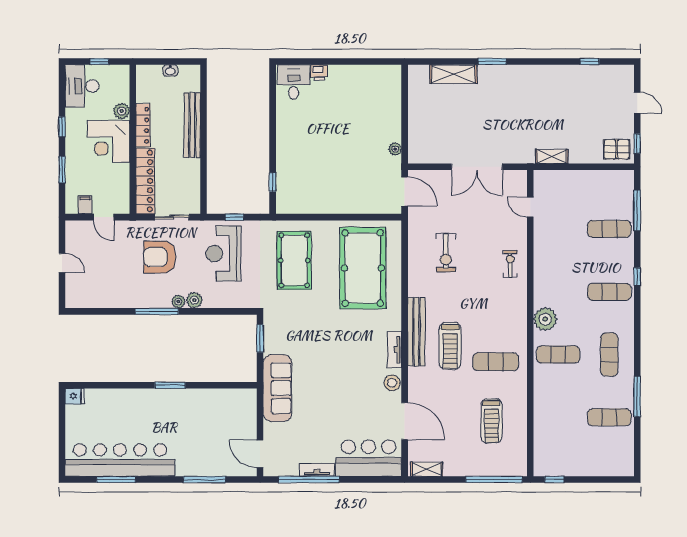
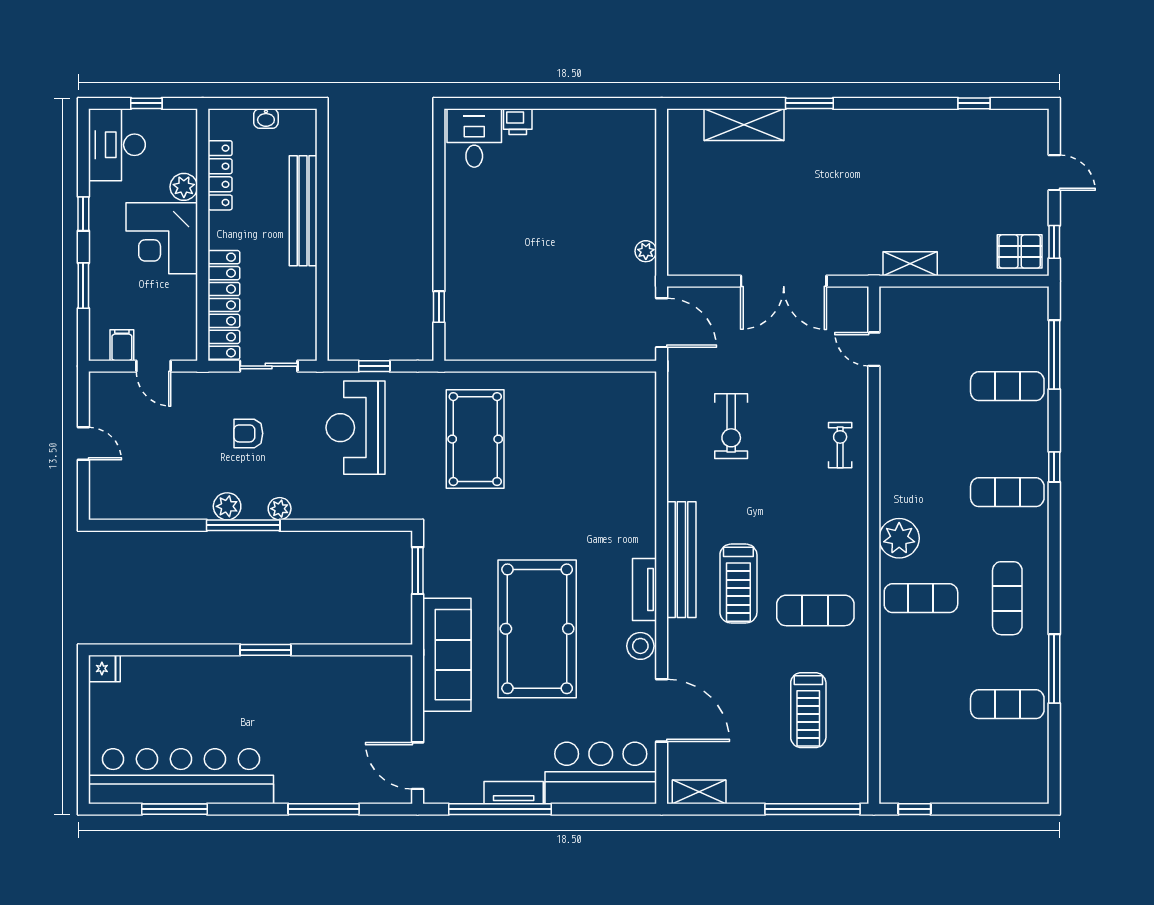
locker: (143, 125) -> (220, 175), moved
armchair: (160, 257) -> (248, 433), width x0.53, depth x0.53
pool table: (363, 268) -> (537, 629), moved
plant: (194, 300) -> (227, 506), moved

